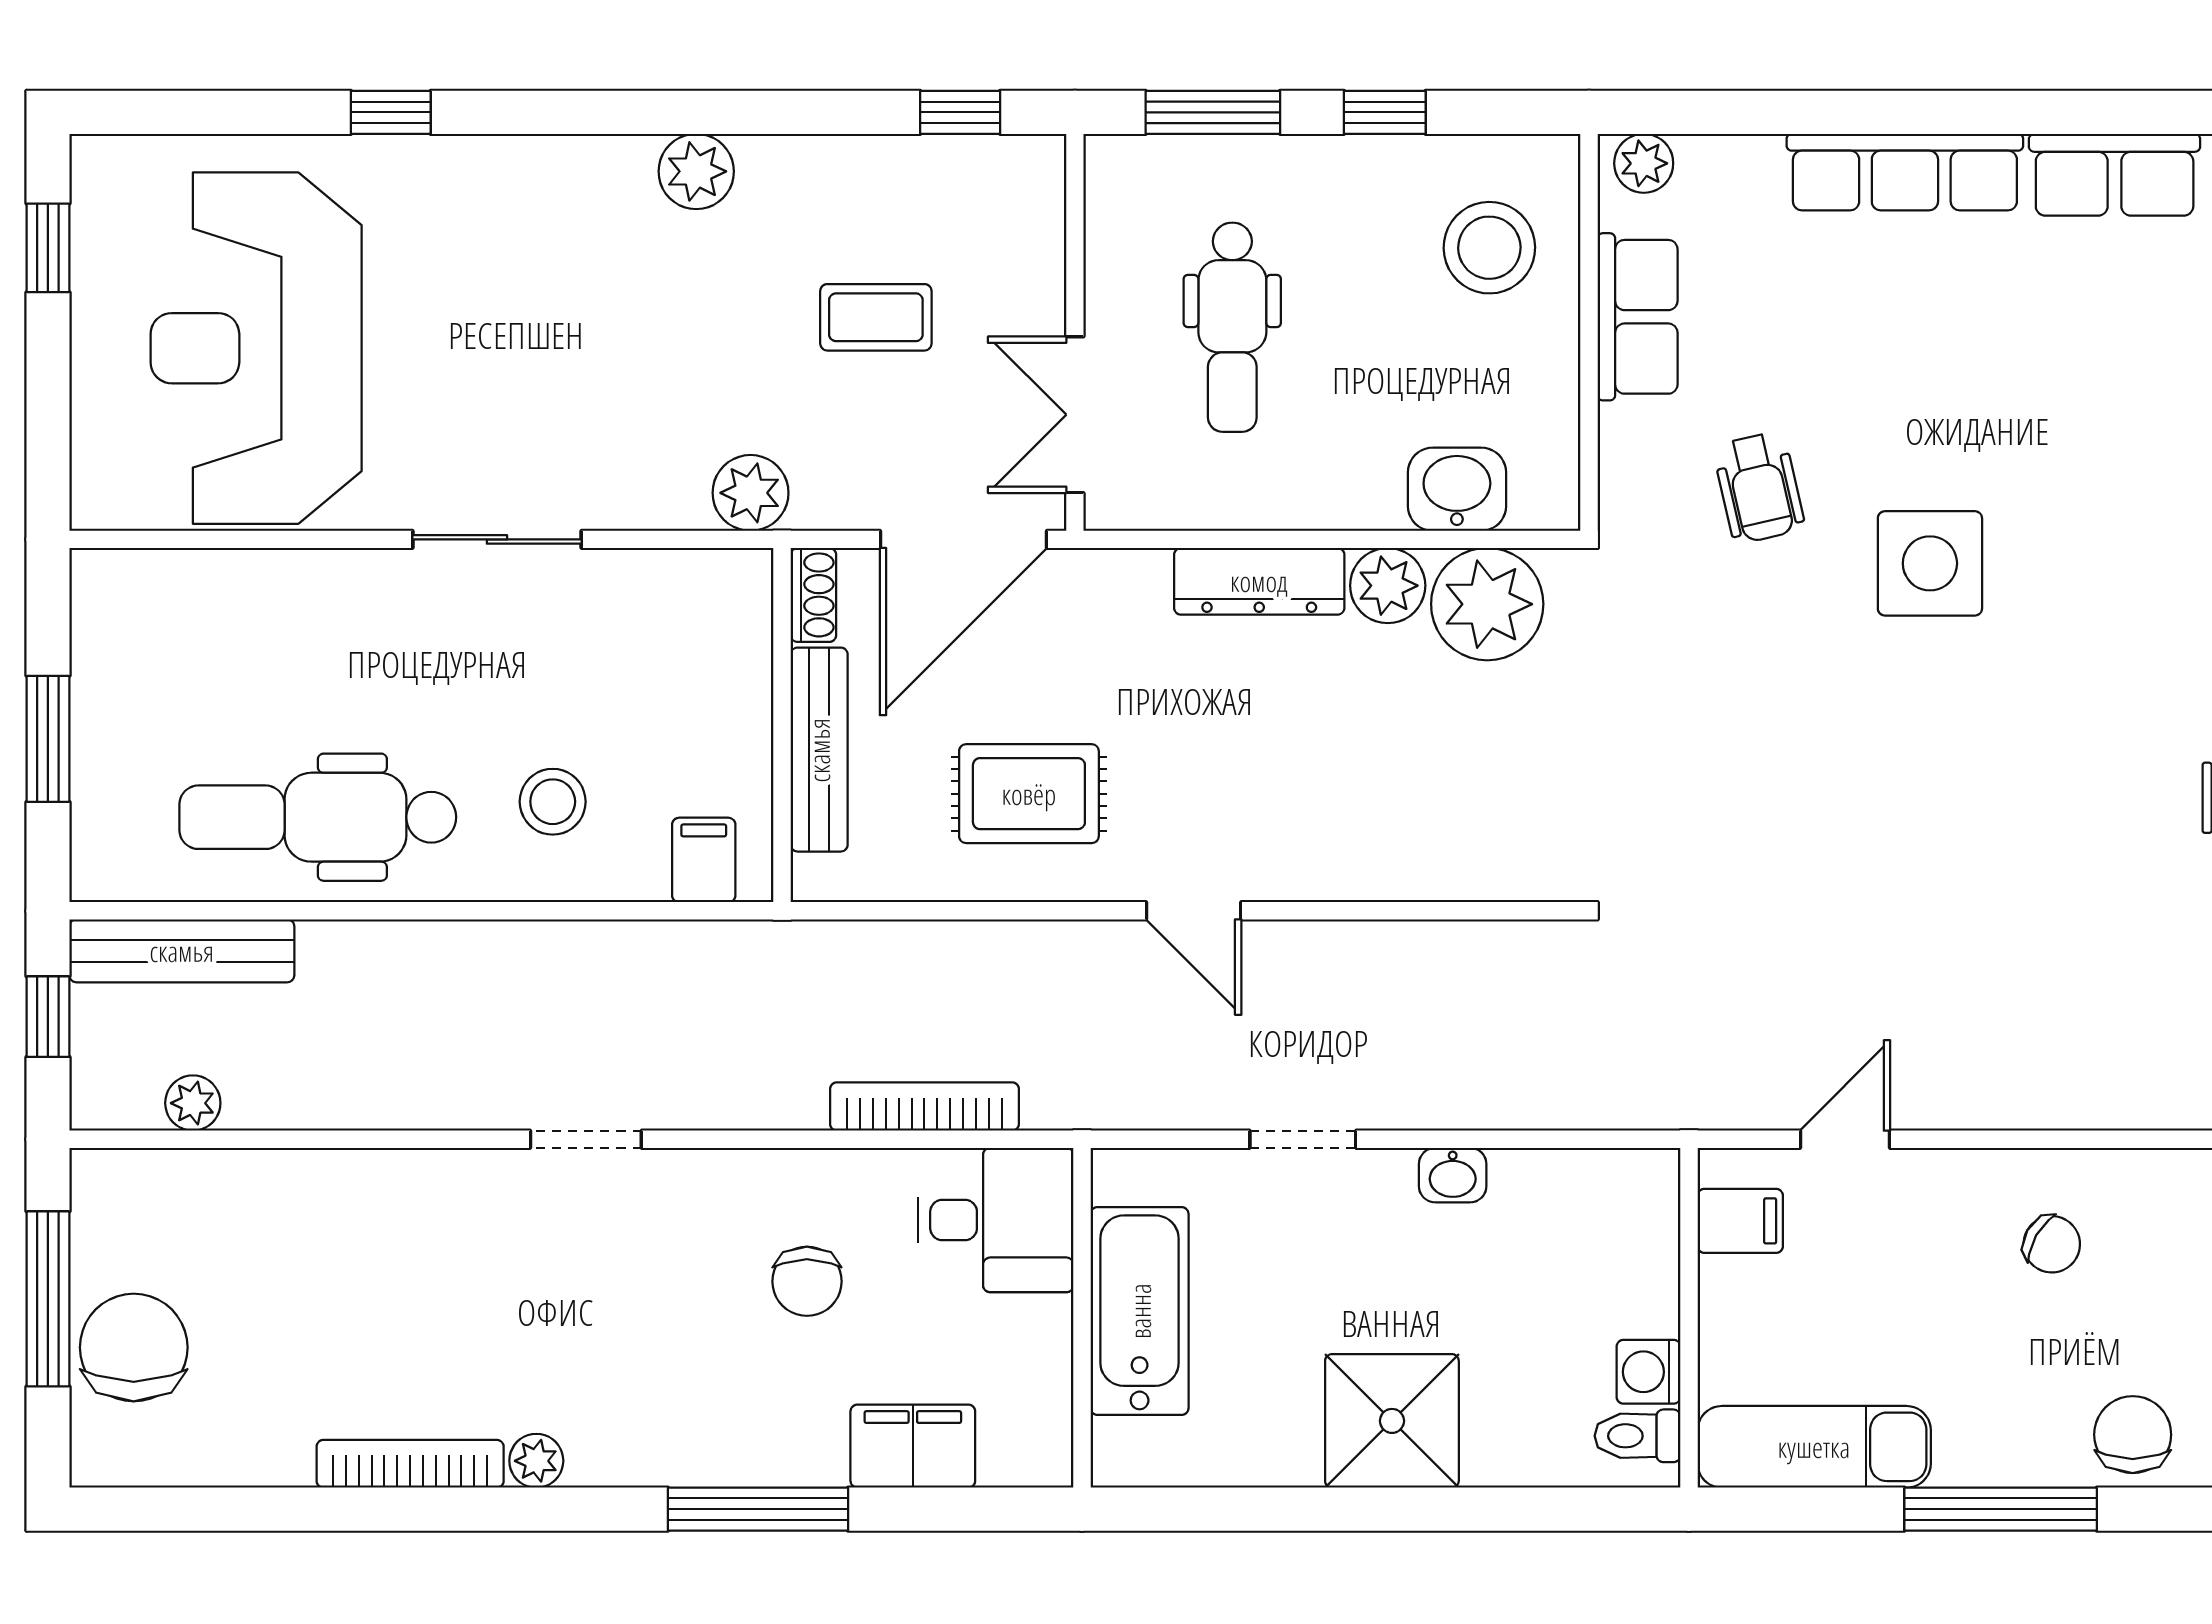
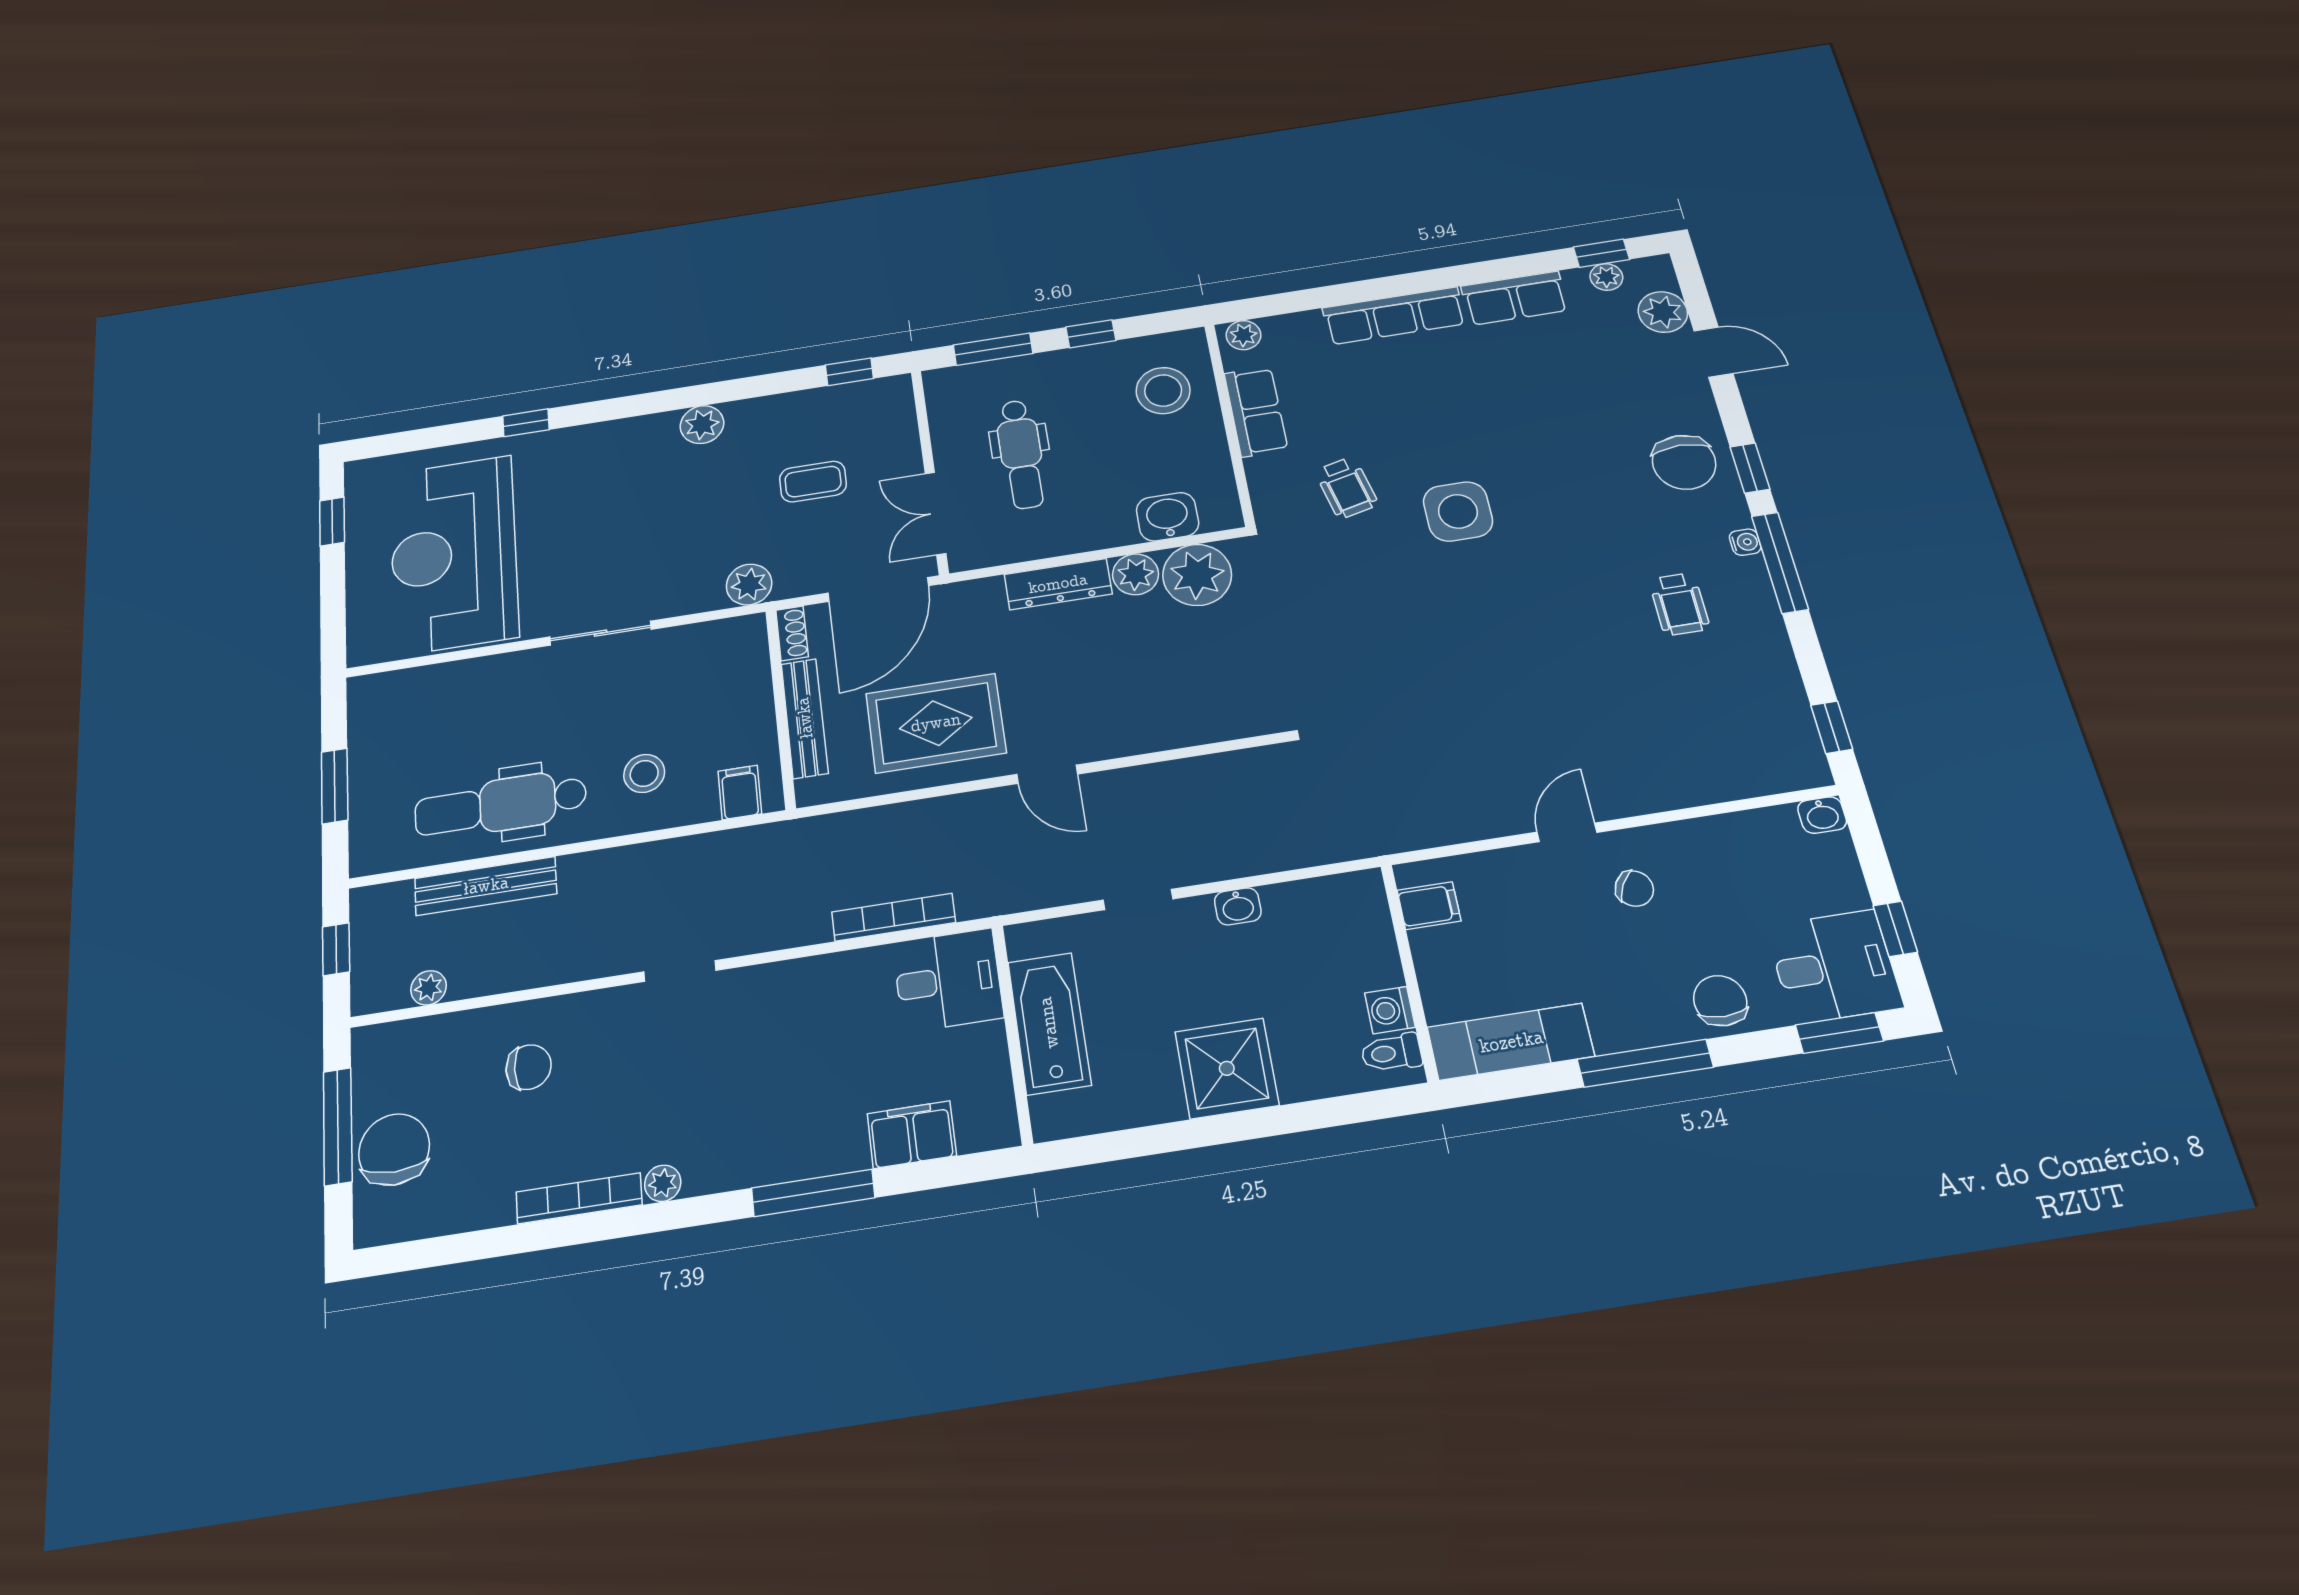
rug: (1029, 794) -> (936, 723), width x1.36, depth x1.43
bench: (182, 951) -> (486, 886), moved
door: (1845, 1139) -> (1567, 832), moved
chair: (807, 1281) -> (529, 1067), moved, turned -90

